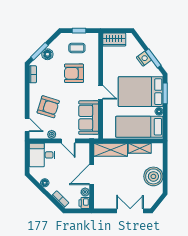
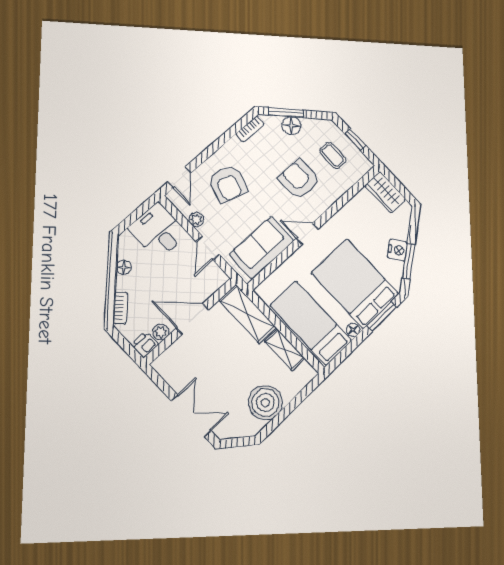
door: (101, 92) -> (307, 234), swing flipped

